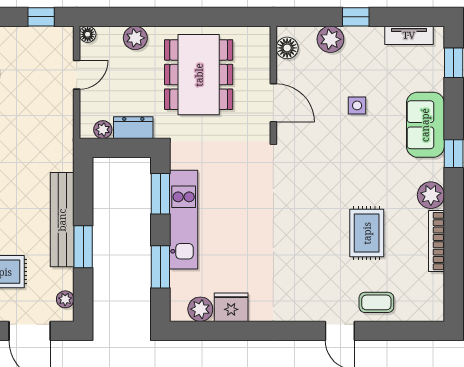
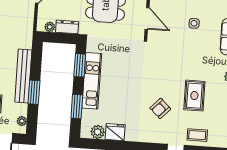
armchair: (308, 260) -> (160, 108), added

